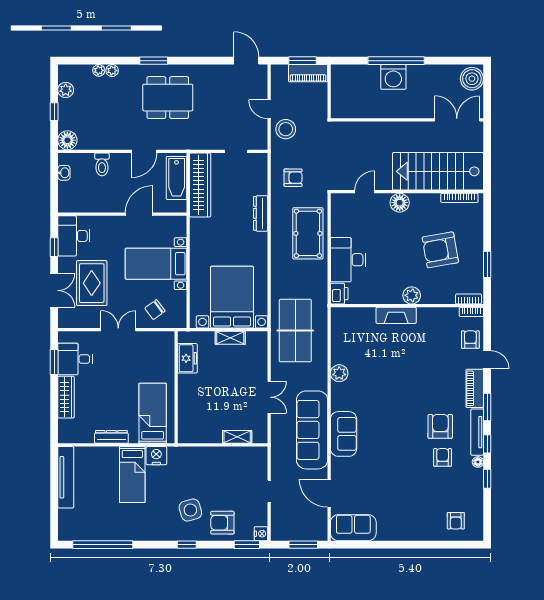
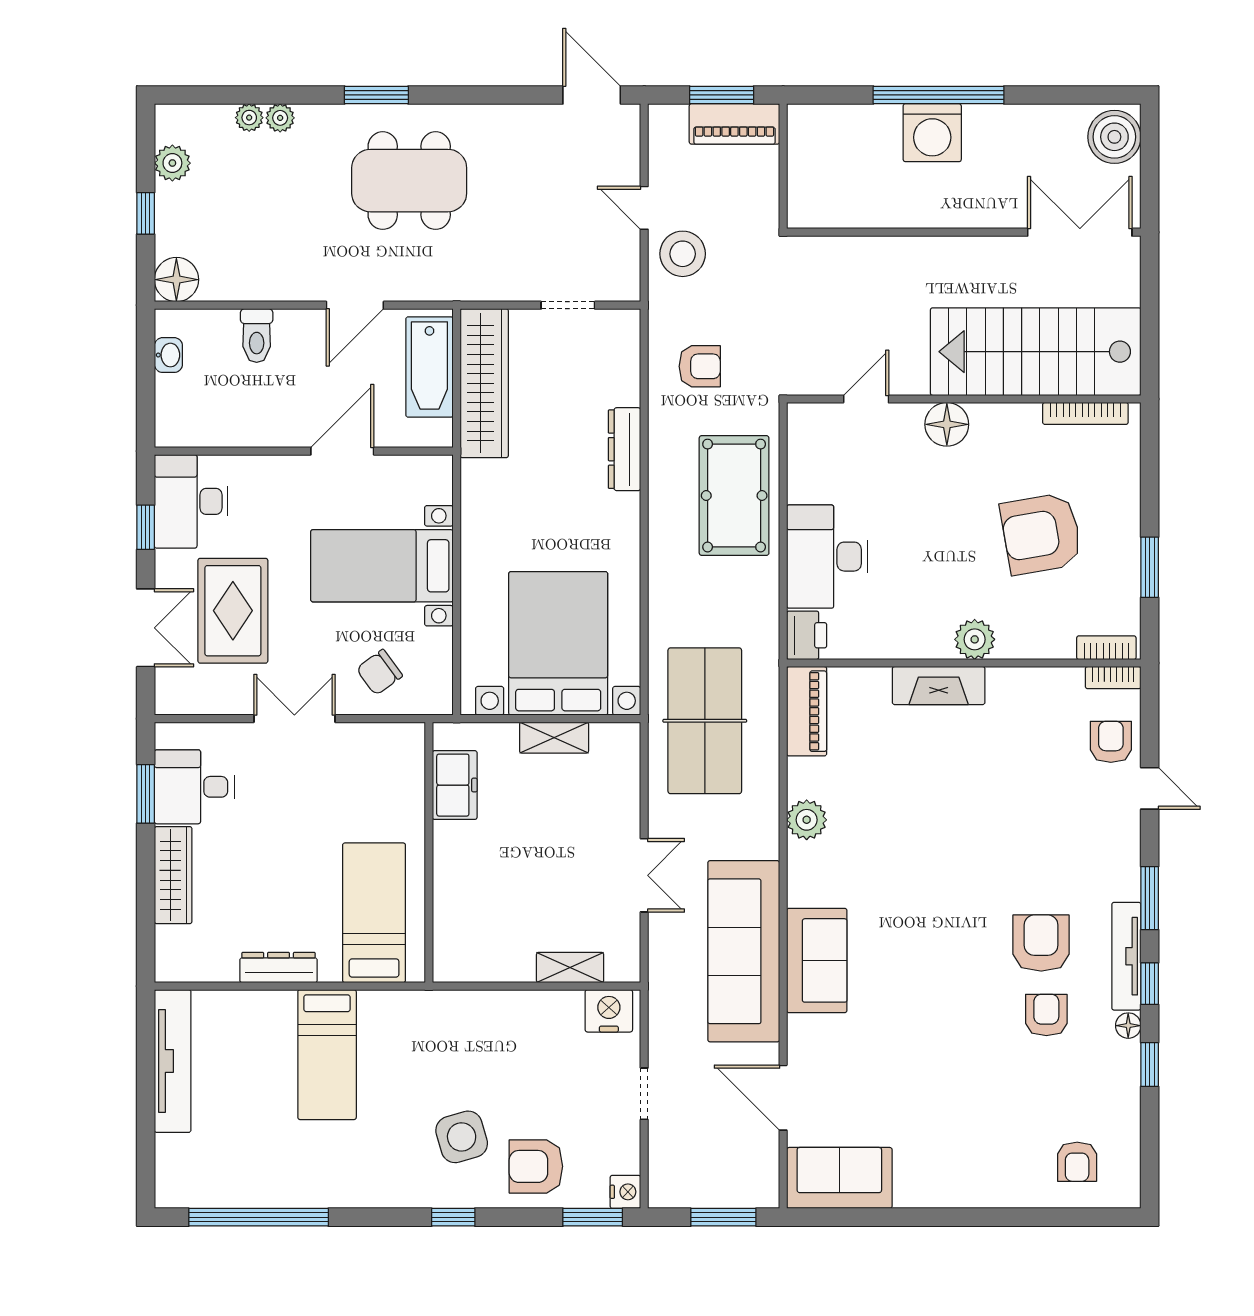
piano: (475, 388) -> (807, 711), moved, turned 180
nightstand: (156, 456) -> (609, 1011), moved

